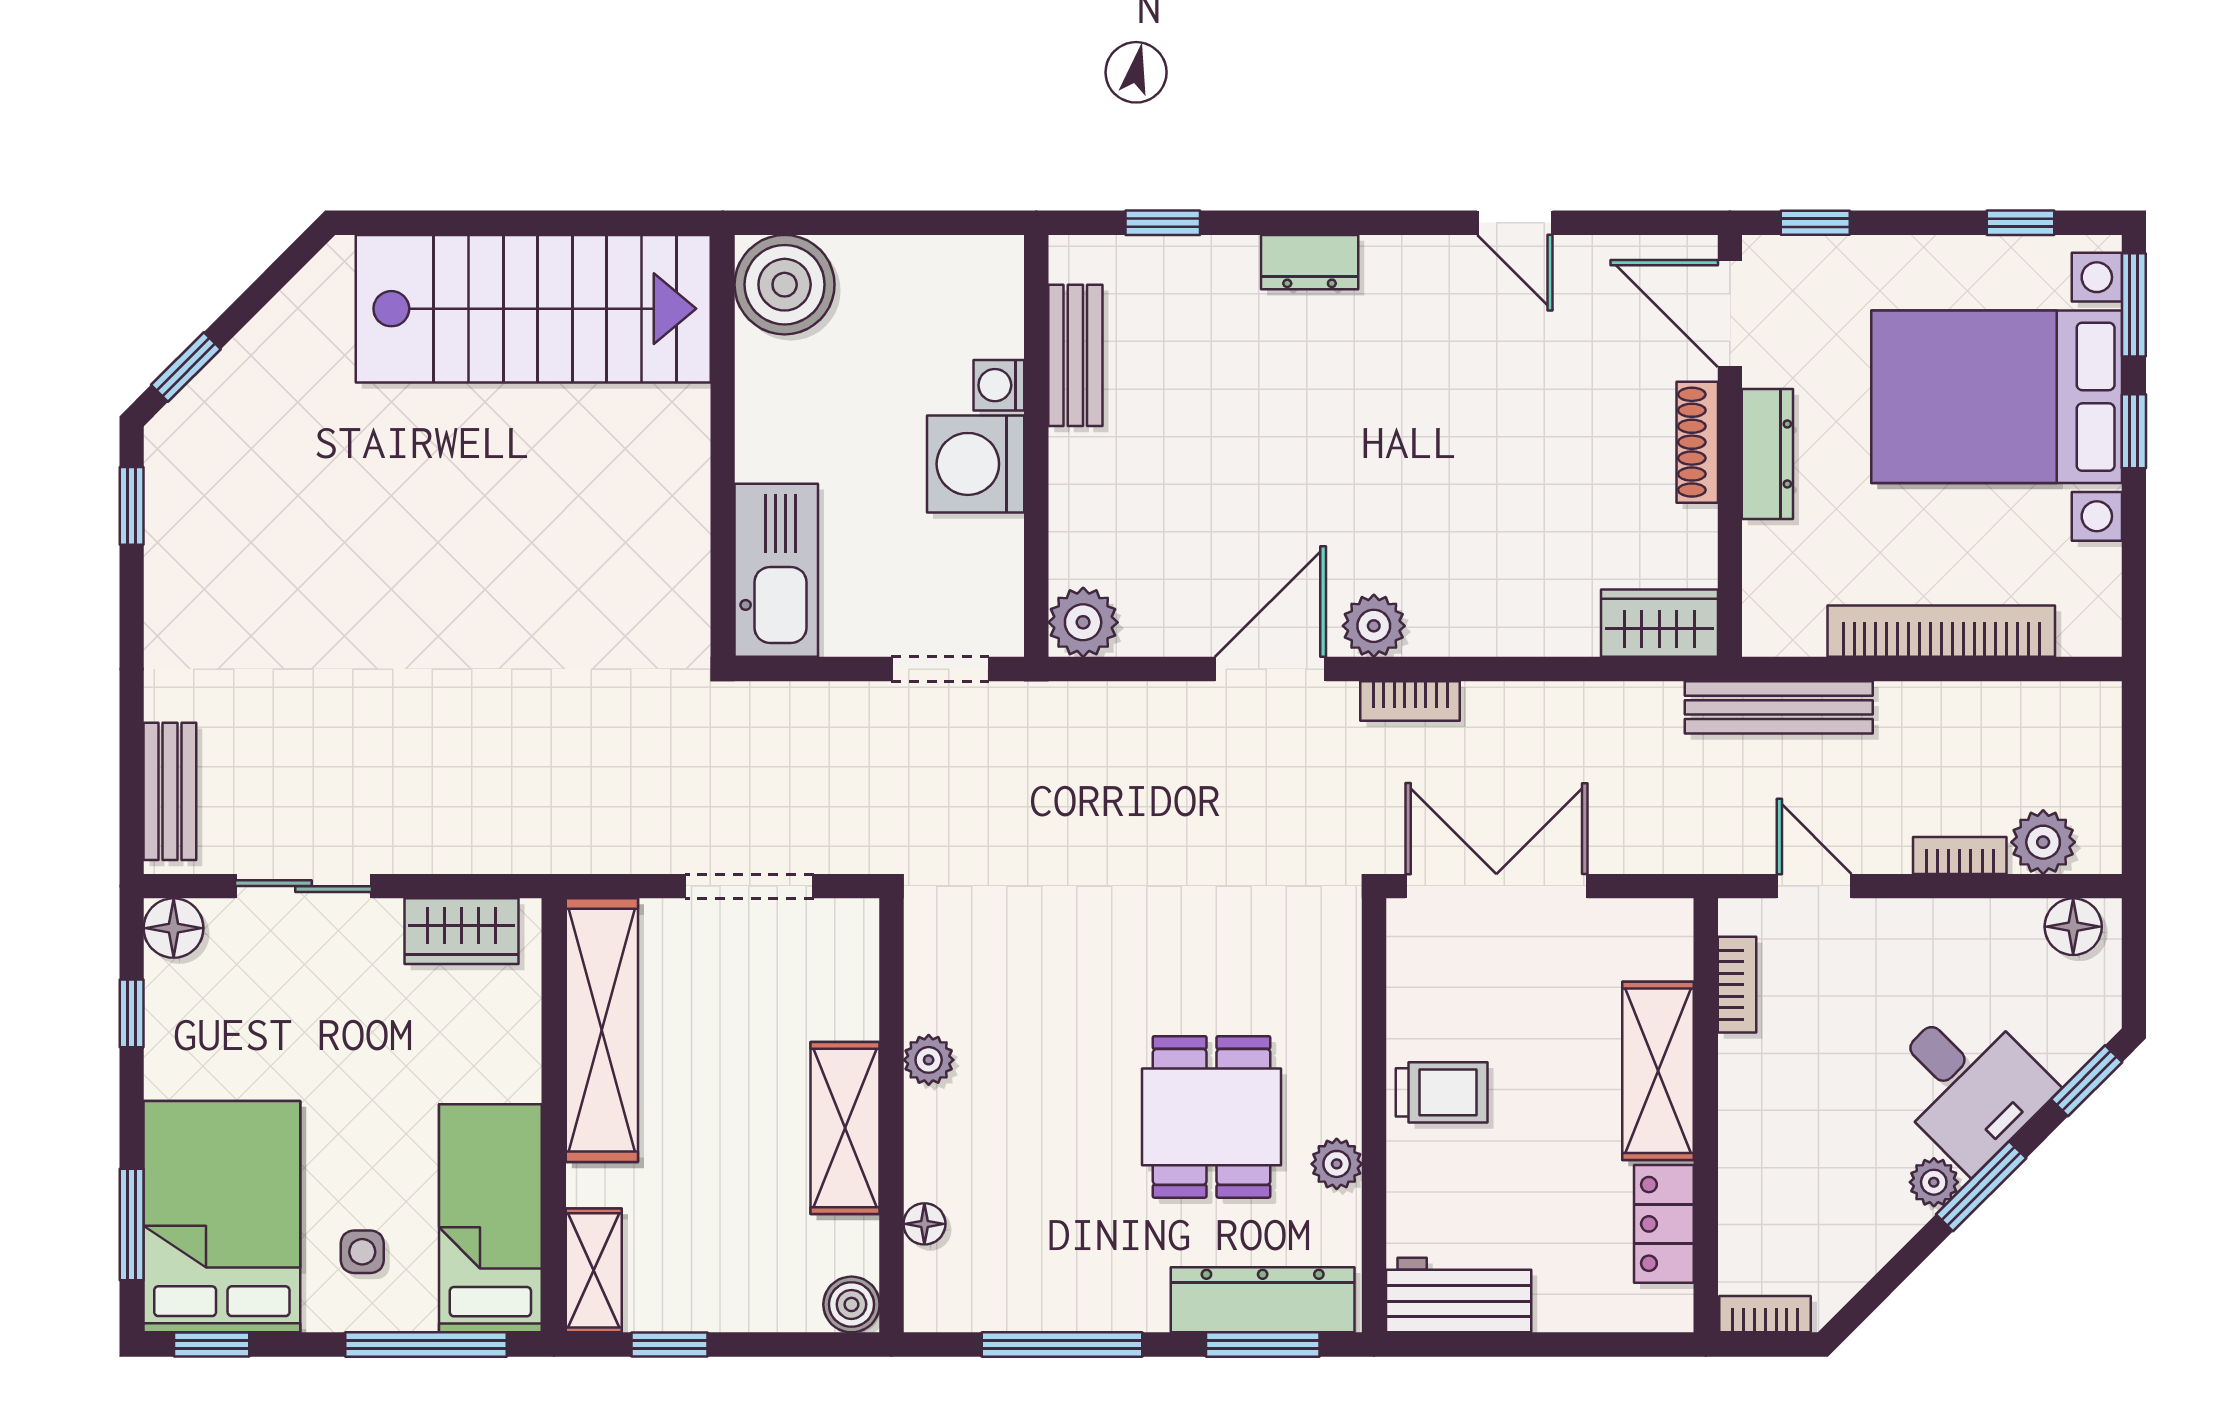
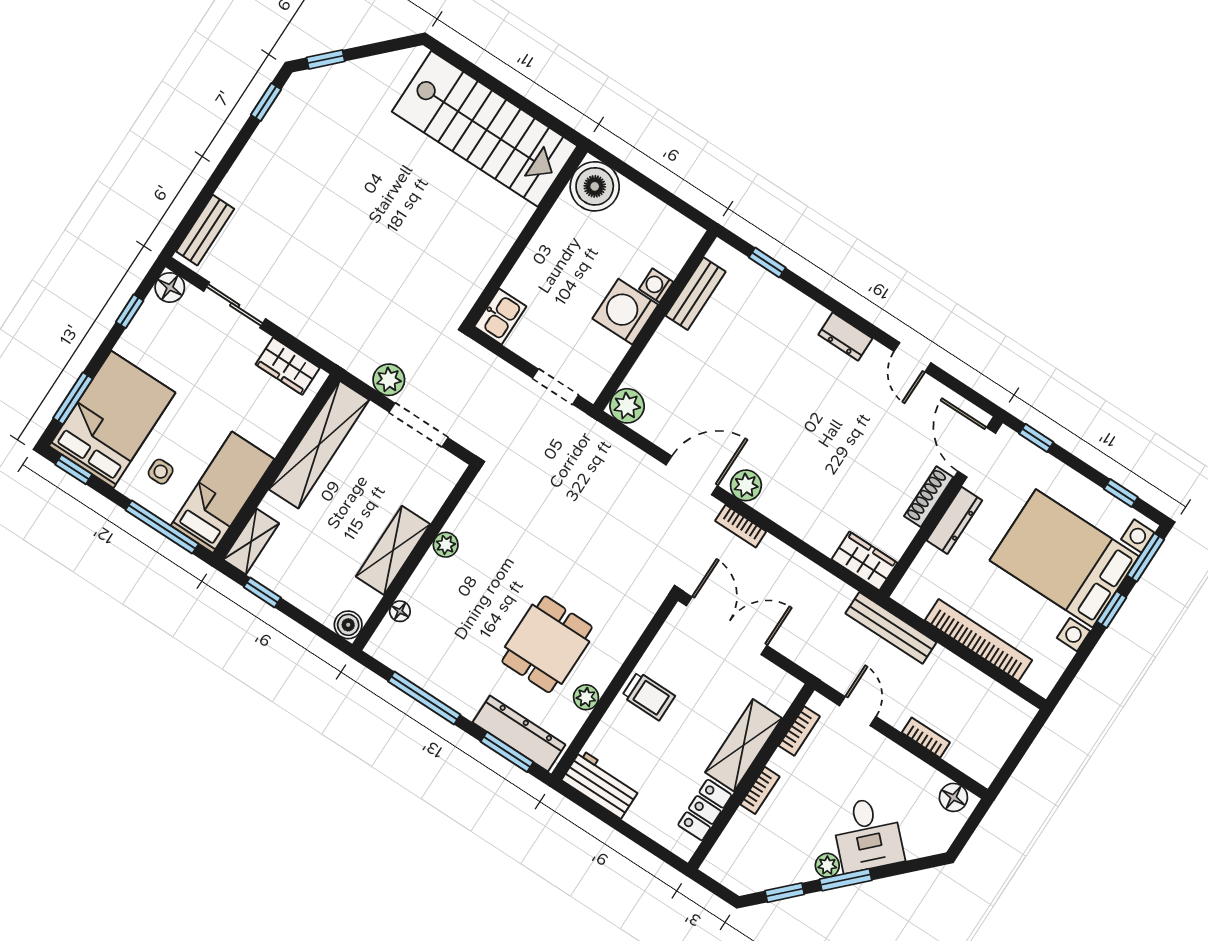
dresser: (1310, 262) -> (845, 337), moved
kitchen sink: (776, 570) -> (500, 316), width x0.53, depth x0.81
plant: (2043, 842) -> (389, 380), moved
window: (2087, 1081) -> (785, 893), moved
bookcase: (1765, 1314) -> (760, 790), moved, turned 90

